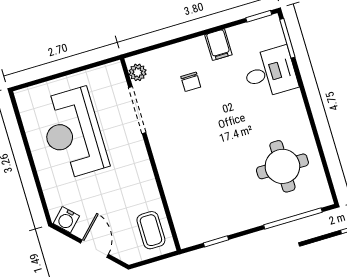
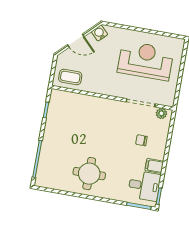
desk: (270, 72) -> (144, 186), moved, turned -90
round table: (282, 166) -> (89, 174), moved

